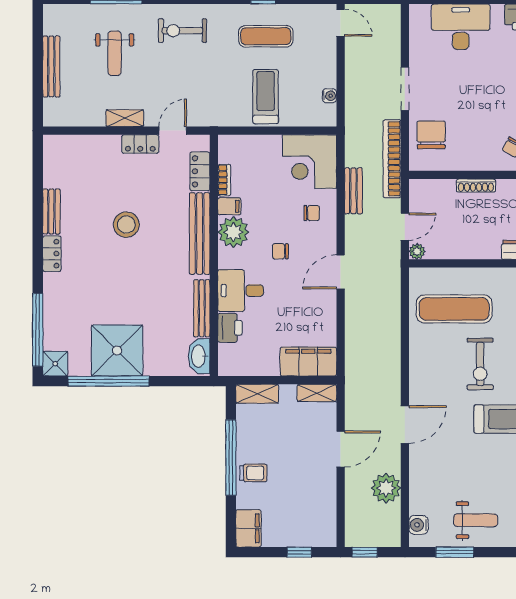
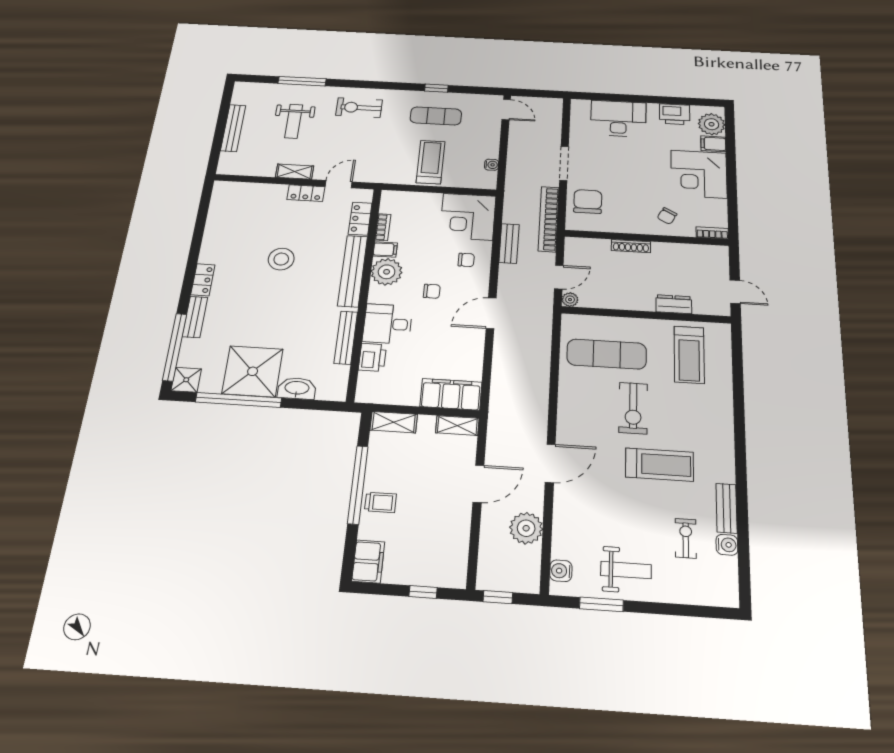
bench: (51, 211) -> (195, 317), moved
chair: (280, 251) -> (432, 291), turned 180
washbasin: (199, 356) -> (297, 388), moved, turned 90

